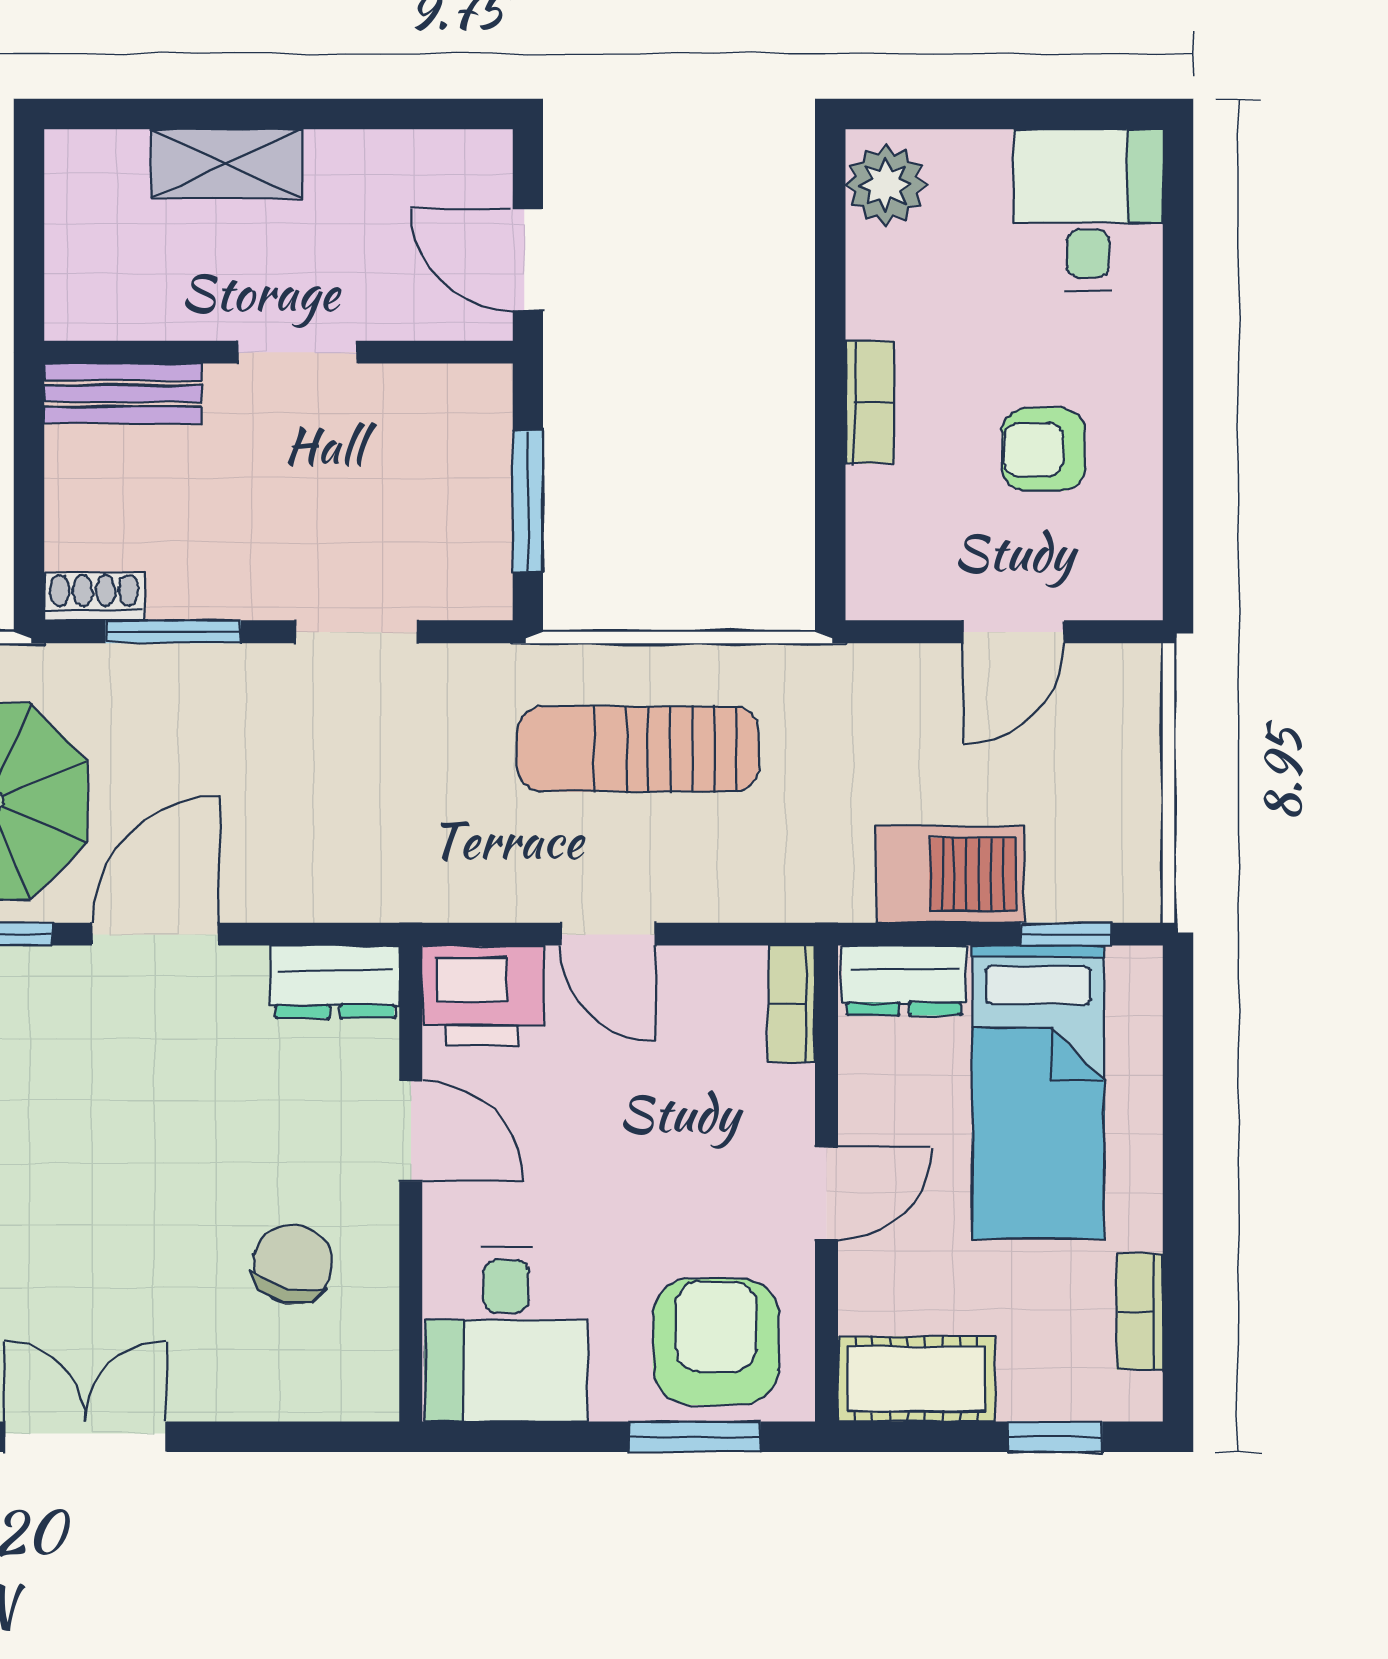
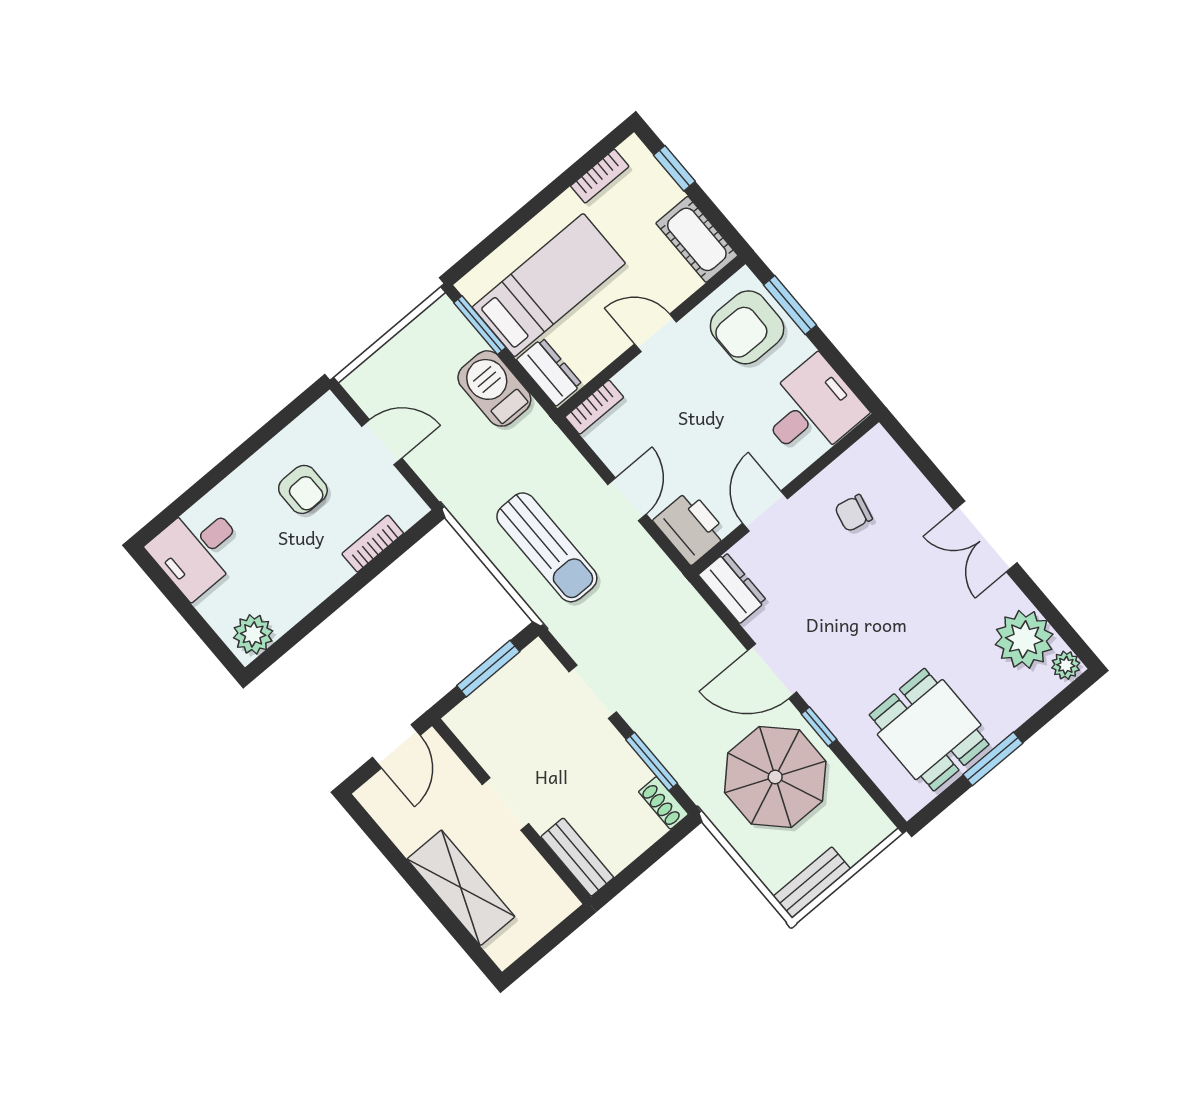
shelving: (227, 163) -> (461, 888), width x1.50, depth x1.33
bookcase: (870, 402) -> (373, 544), moved
window: (1066, 934) -> (480, 325), width x1.50
chair: (293, 1264) -> (853, 513), width x0.73, depth x0.73

